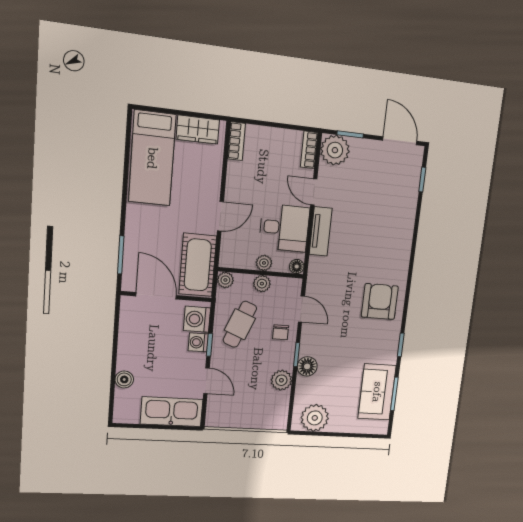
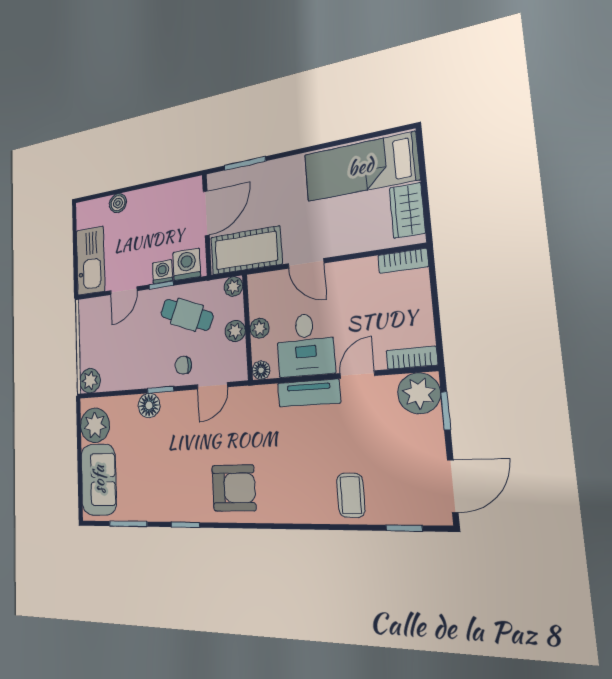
coffee table: (396, 213) -> (351, 495), added
plant: (281, 380) -> (90, 381), moved
sofa: (377, 392) -> (99, 479), moved, turned 90

